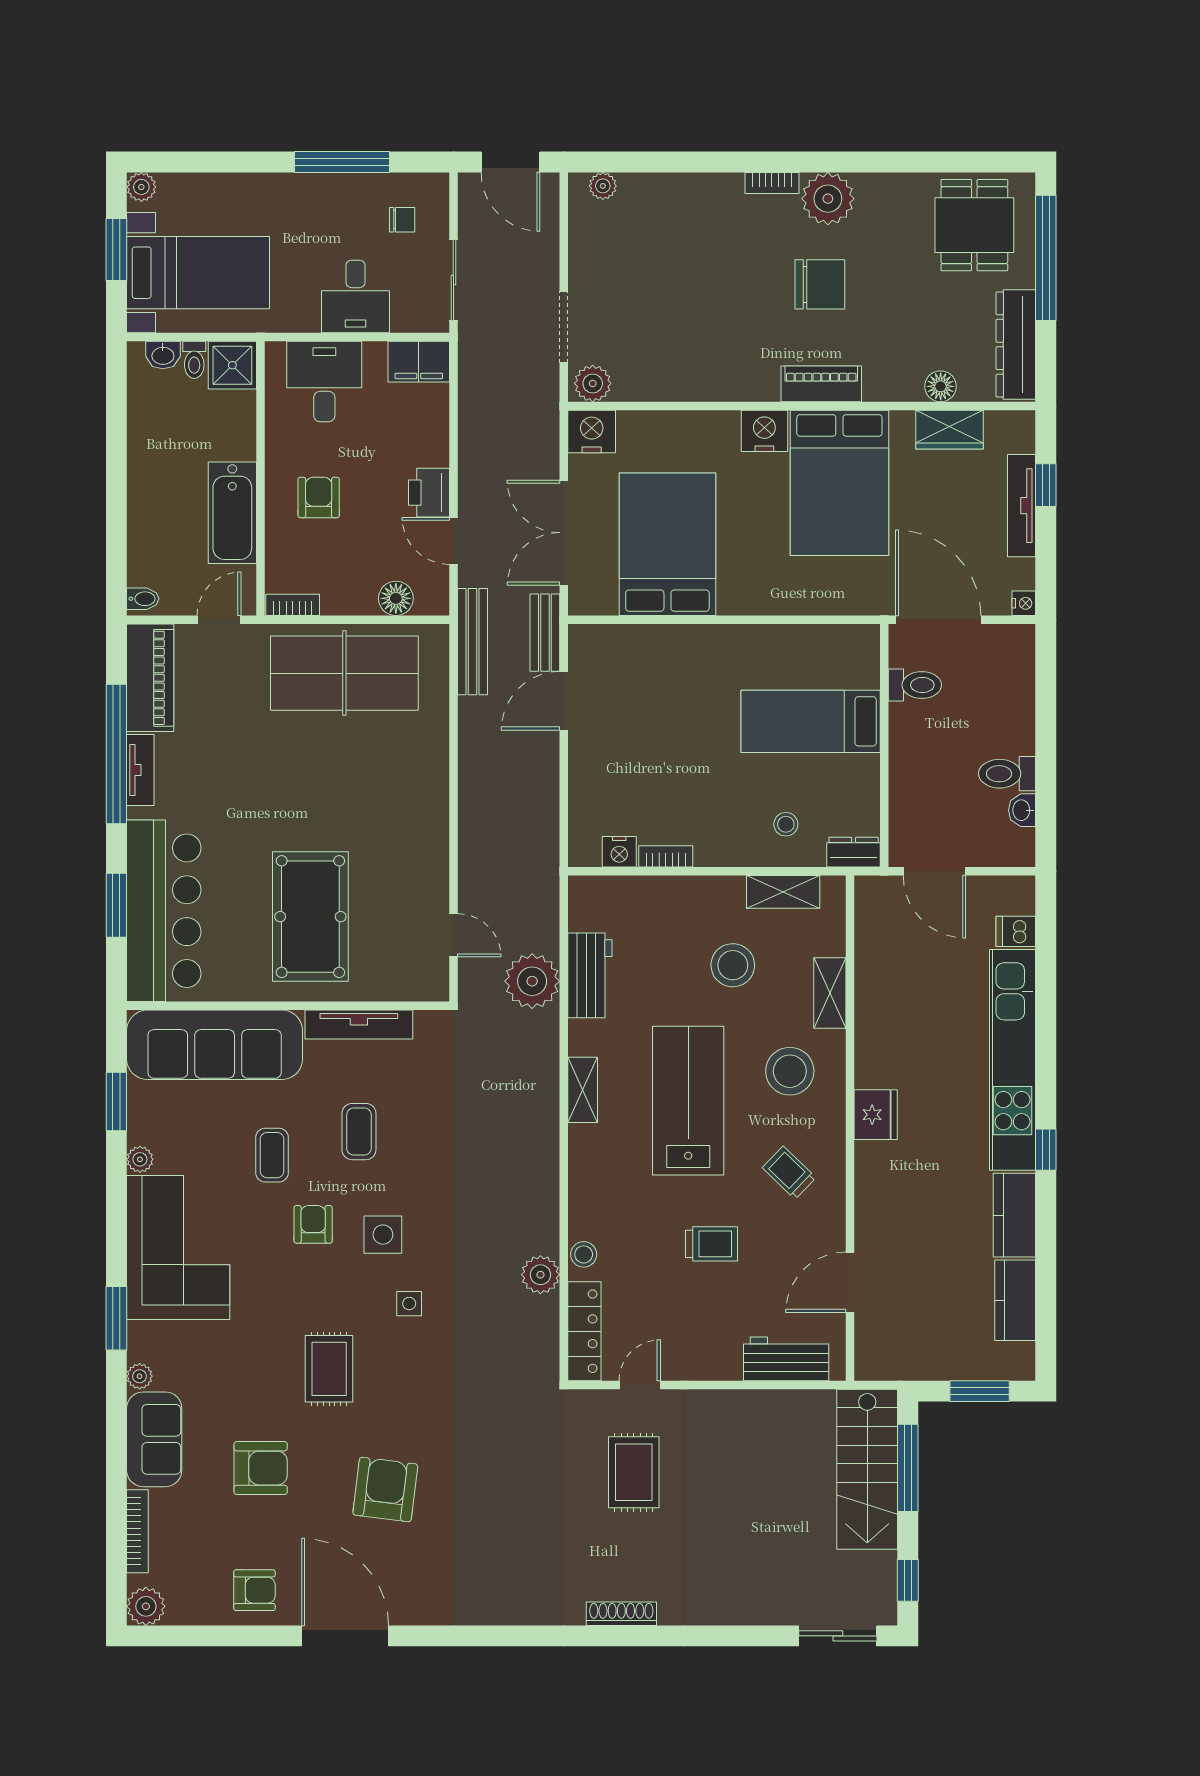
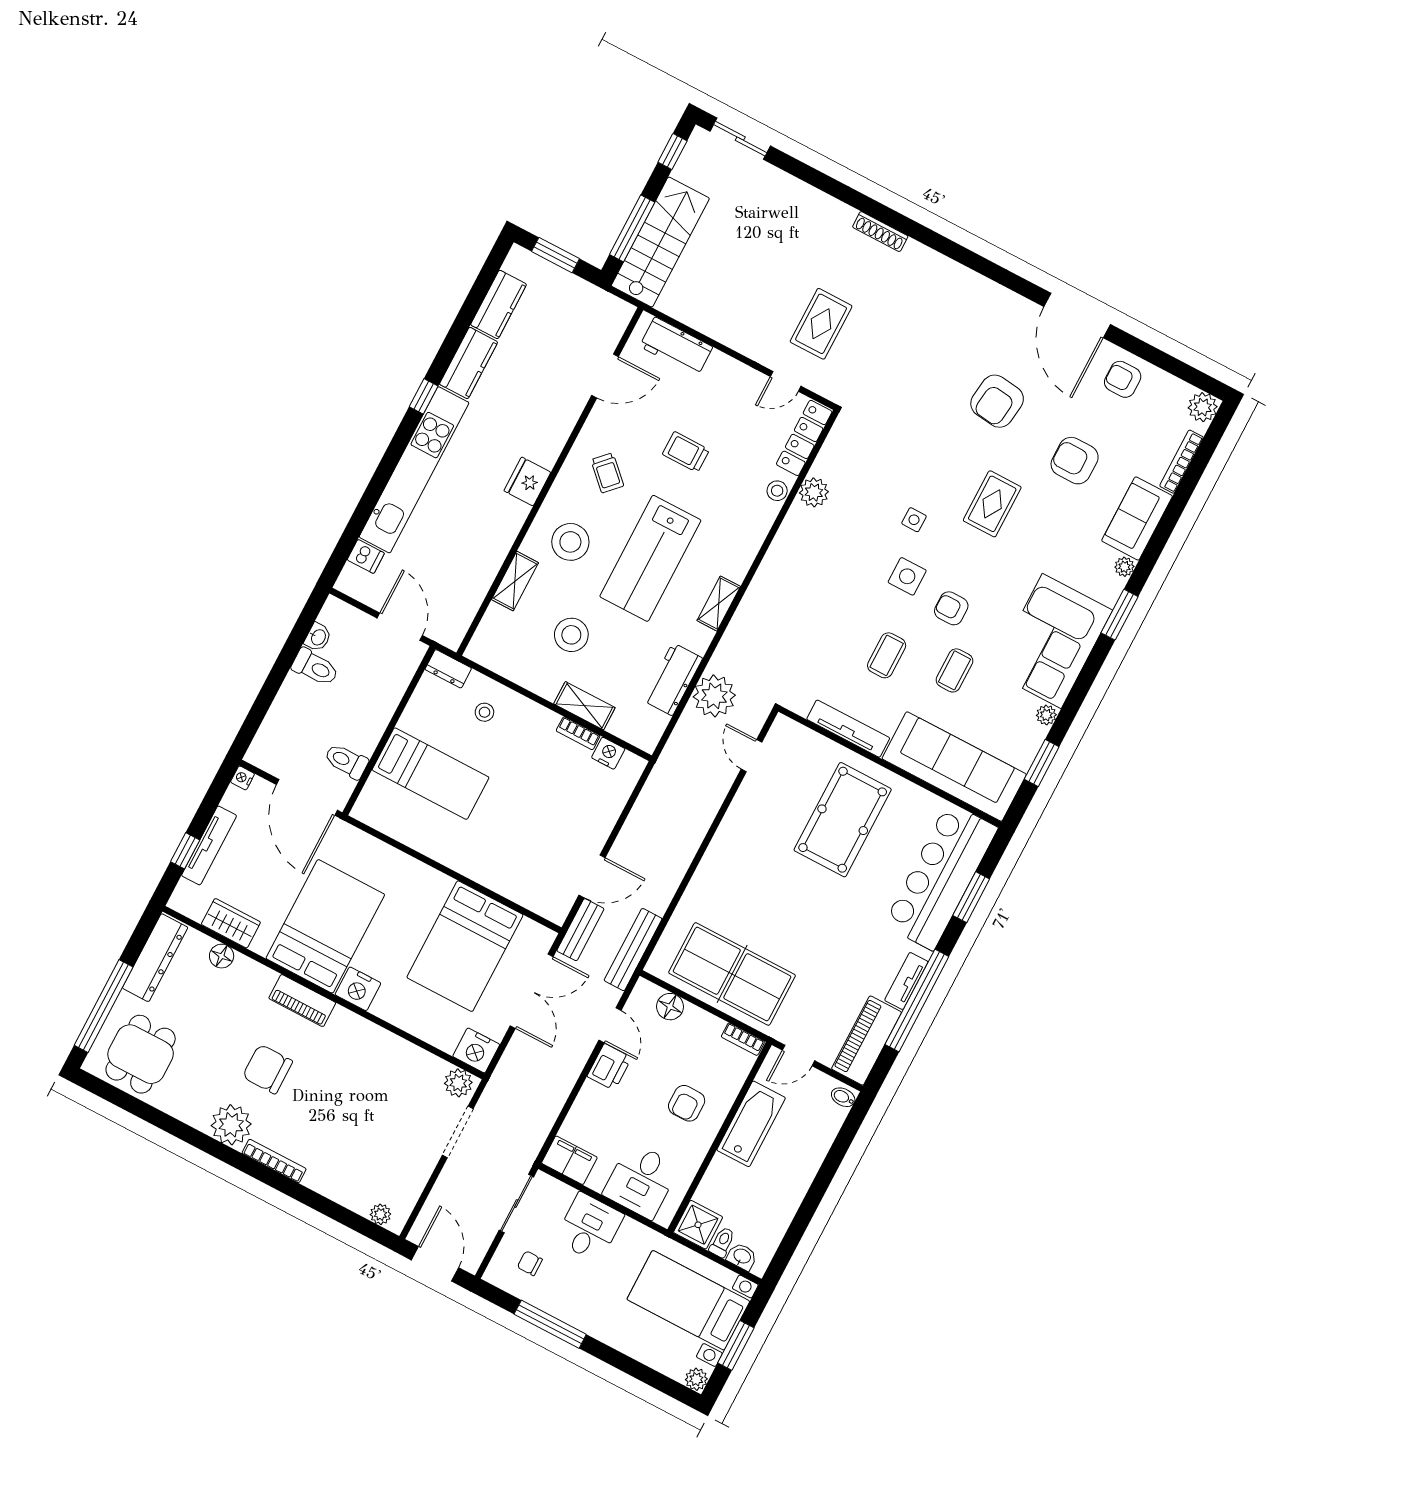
bookcase: (772, 183) -> (274, 1161), width x1.56
shelving: (783, 892) -> (584, 706), moved
armchair: (313, 1224) -> (951, 608), turned 90

